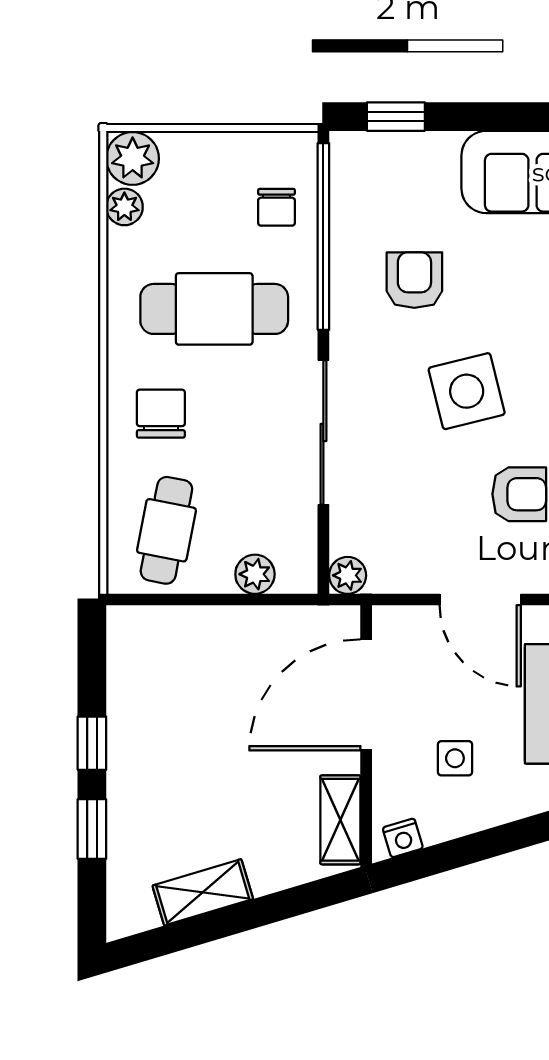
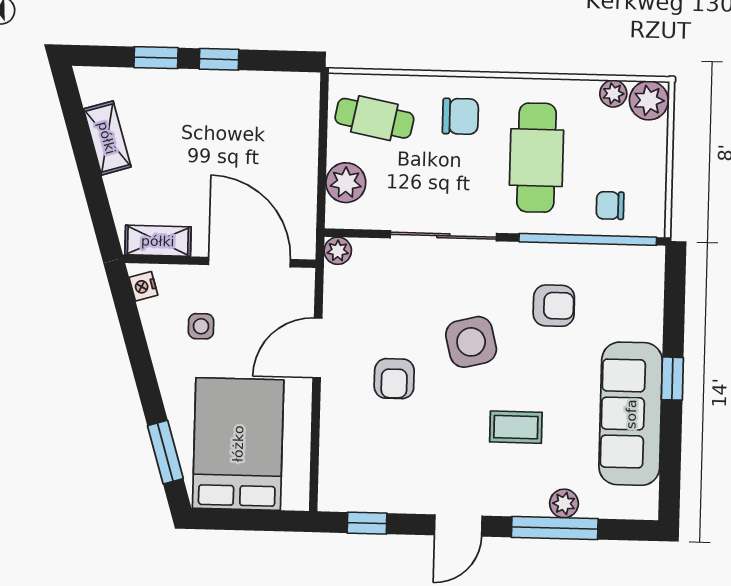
window: (396, 117) -> (672, 379), moved
plant: (255, 574) -> (346, 183), width x1.38, depth x1.38

